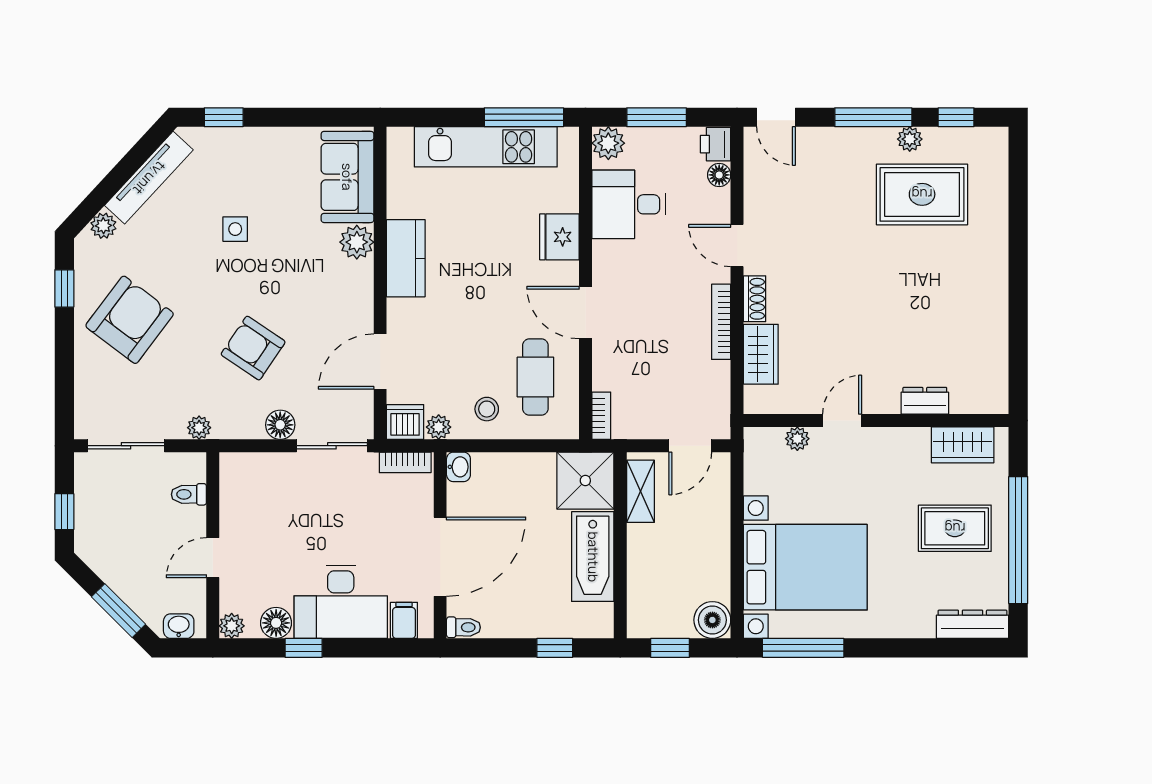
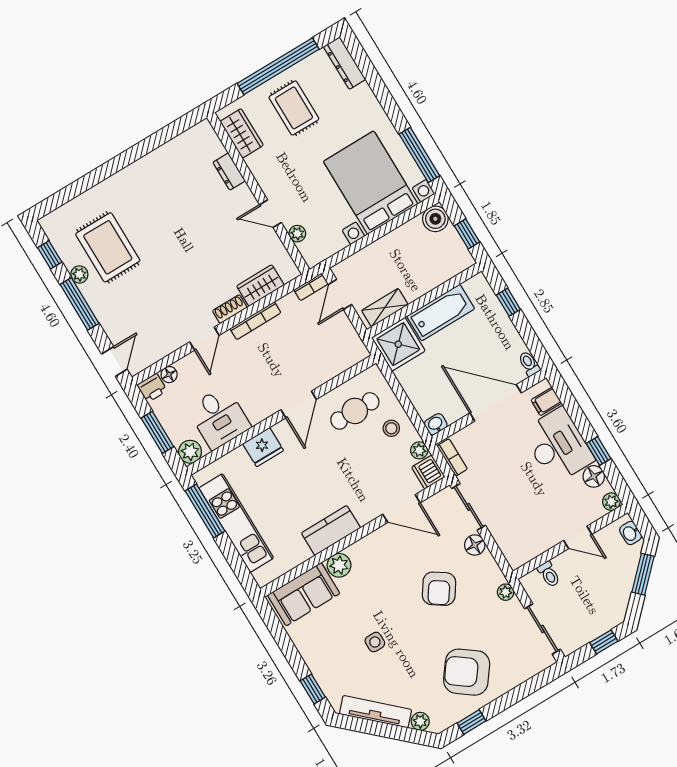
bookcase: (601, 416) -> (311, 287), moved, turned 180
door: (690, 446) -> (340, 294), swing flipped

